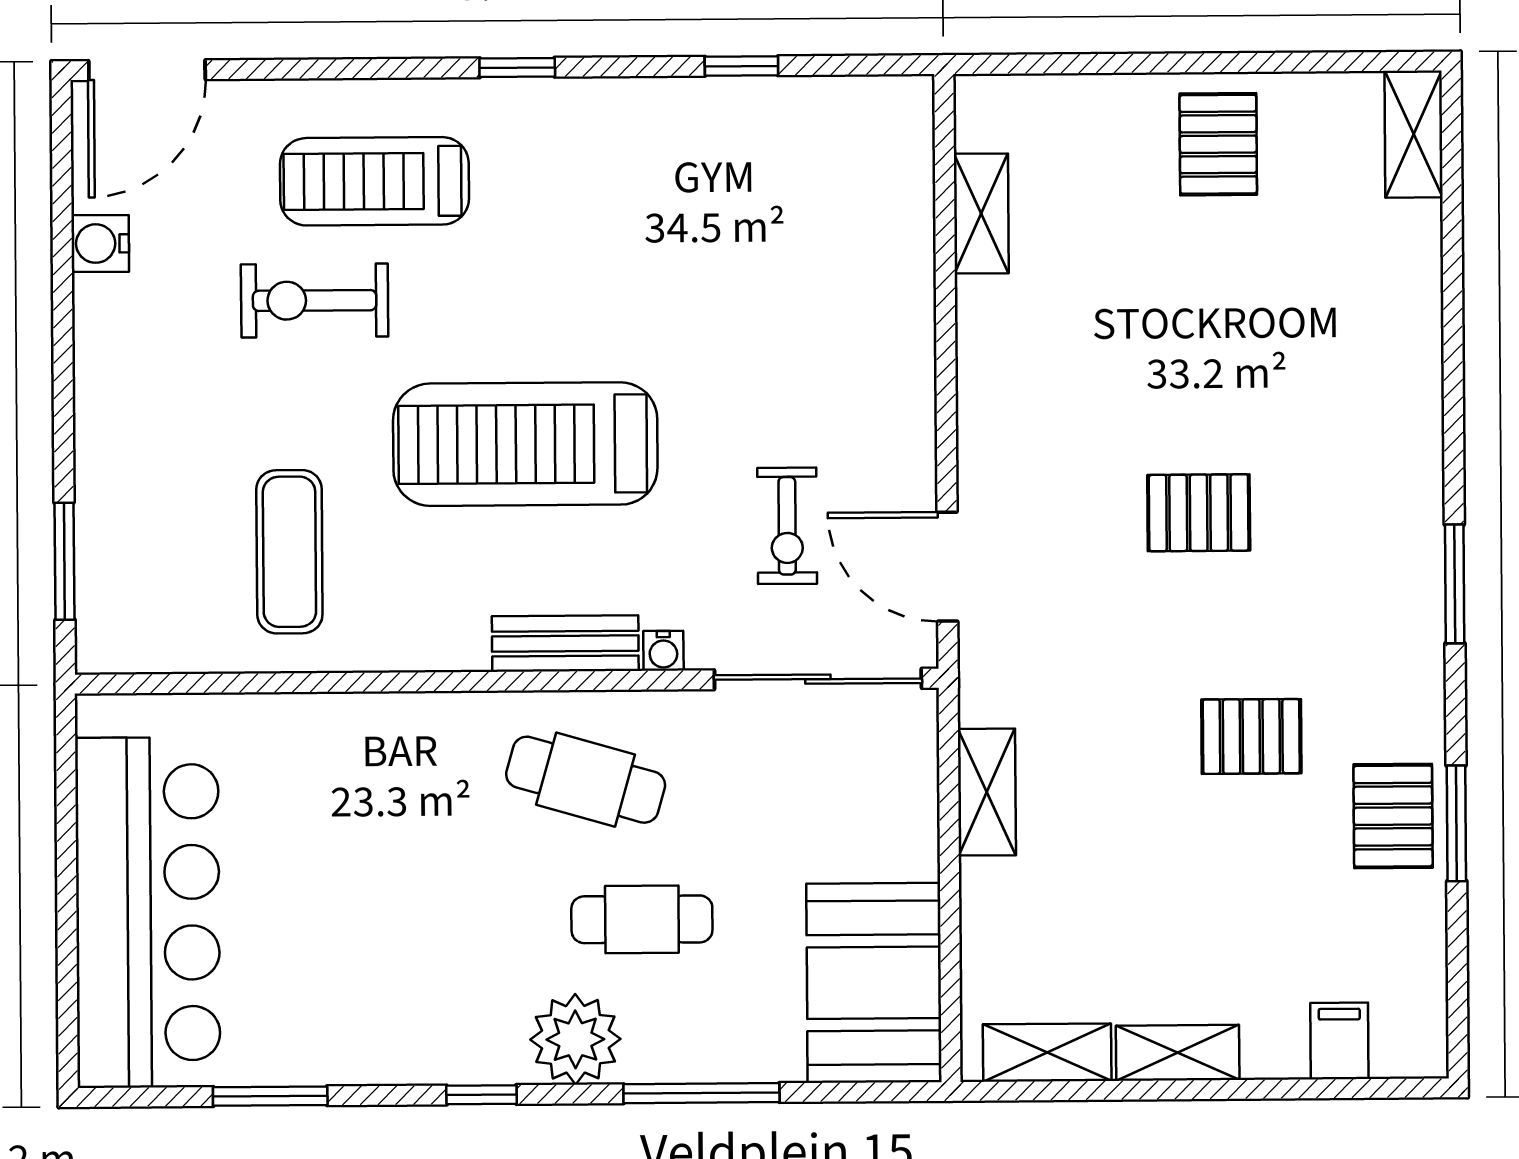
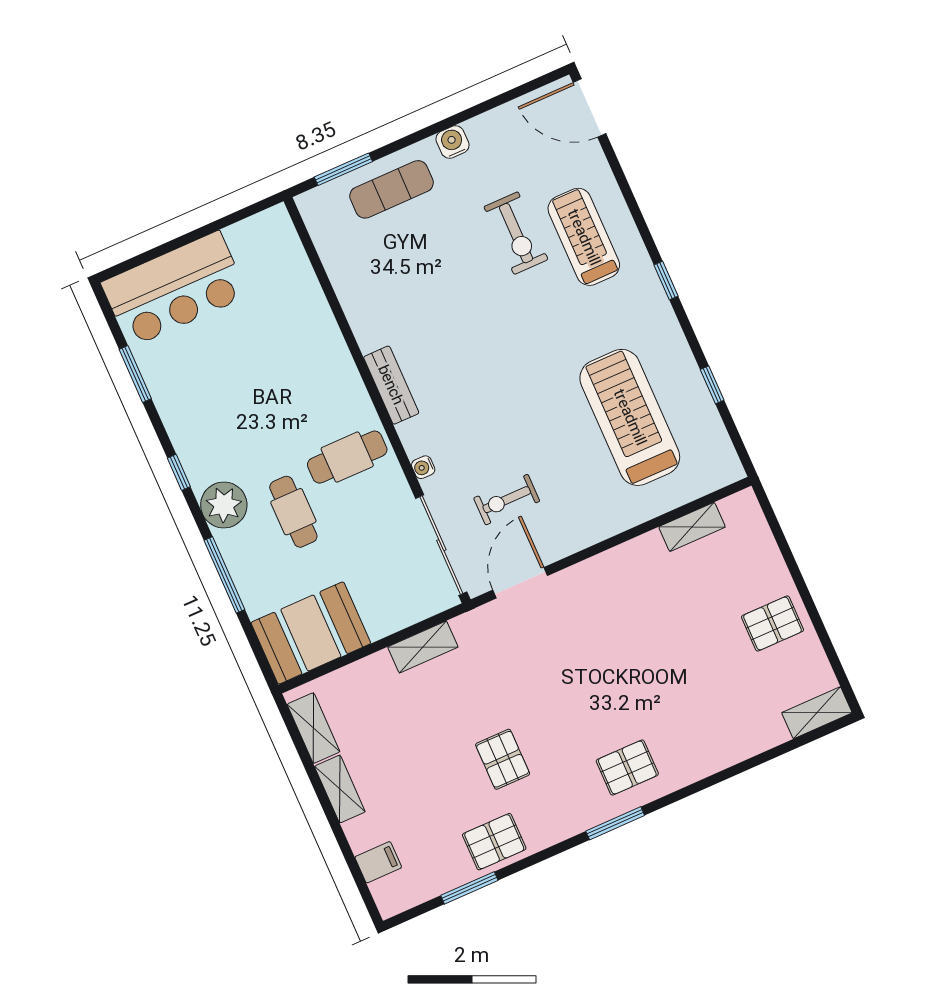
water cooler: (100, 244) -> (453, 142), moved
exercise bike: (315, 300) -> (516, 233), turned 180
treadmill: (525, 444) -> (630, 417), moved
pallet: (1199, 513) -> (627, 767), moved, turned 90
exercise mat: (289, 552) -> (392, 189), moved
bench: (565, 644) -> (391, 385), moved
cafe table: (586, 780) -> (347, 457), turned 74
window: (1456, 823) -> (469, 888), moved
bar counter: (148, 912) -> (174, 289), width x0.73

